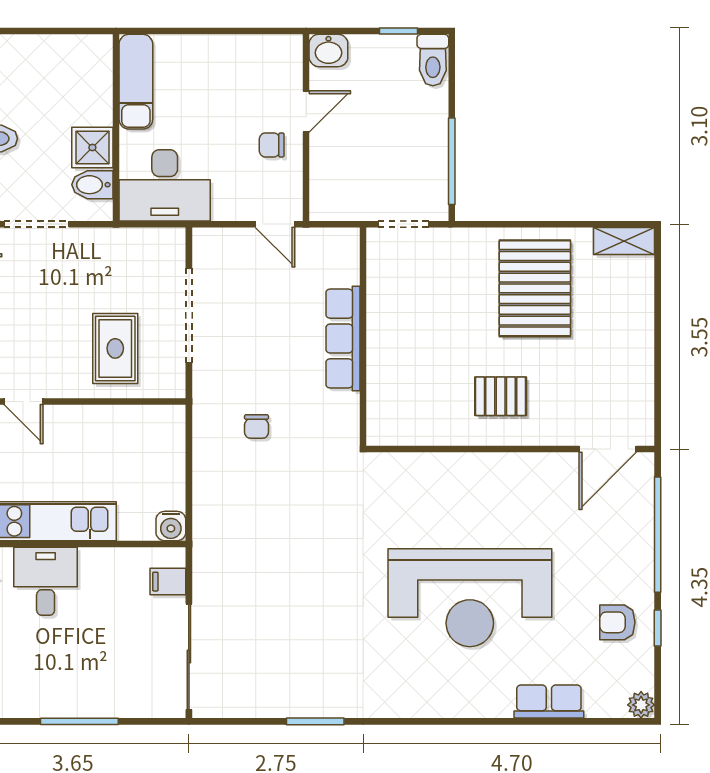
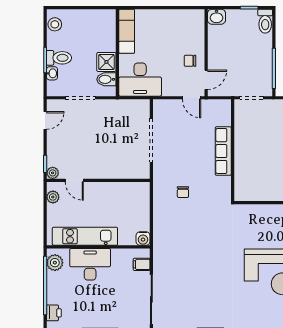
door: (306, 111) -> (206, 80), moved
rug: (115, 348) -> (117, 156), removed
desk: (46, 581) -> (90, 264), width x1.37

